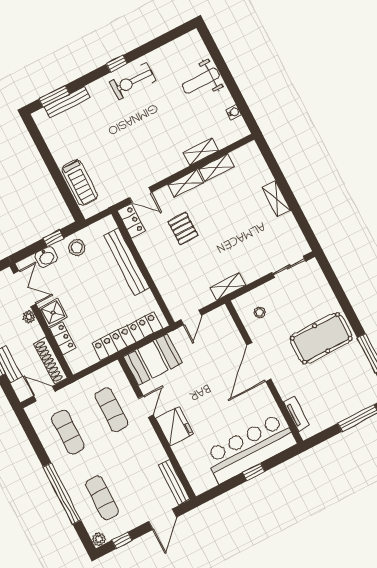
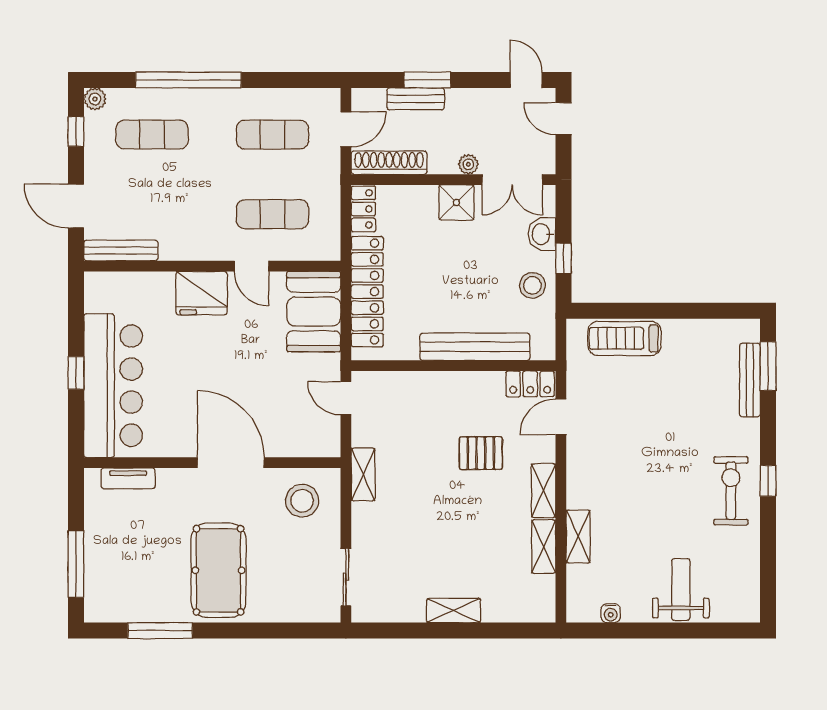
stool: (259, 312) -> (302, 501), width x1.89, depth x1.89
locker: (62, 338) -> (363, 209), moved, turned -90

